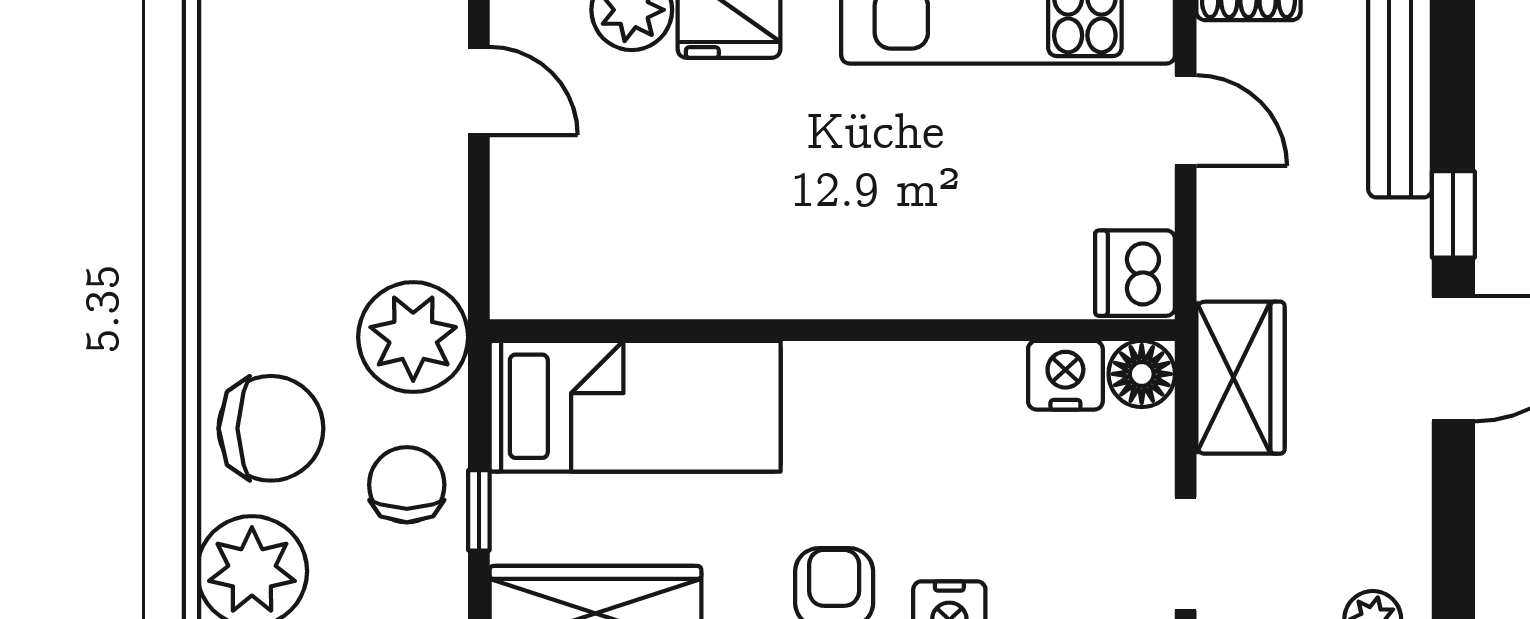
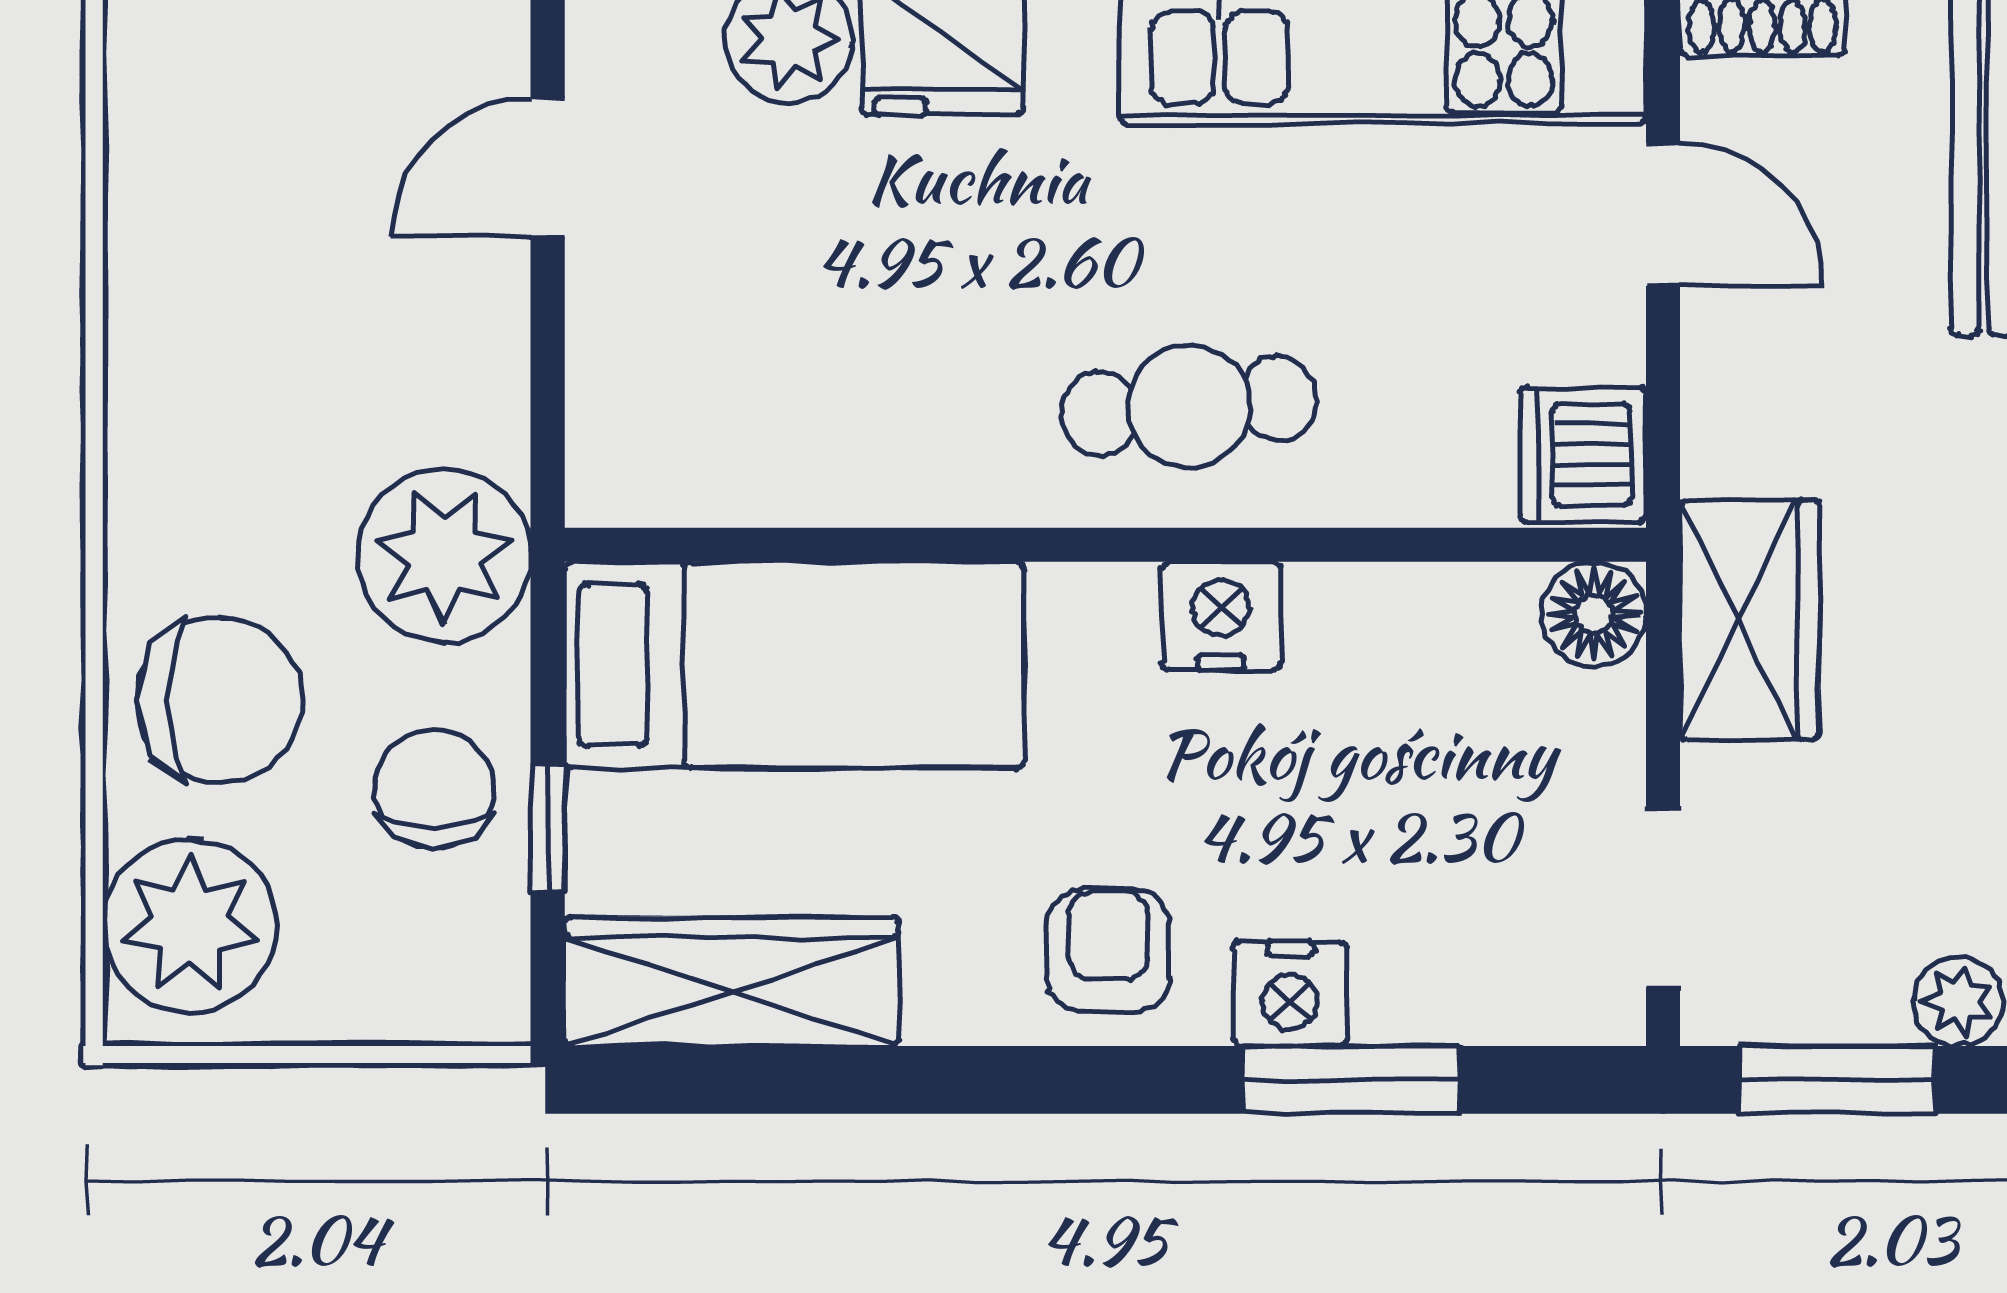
door: (479, 91) -> (548, 167), swing flipped
cafe table: (885, 242) -> (1189, 406), added
nightstand: (1065, 375) -> (1221, 616), moved

